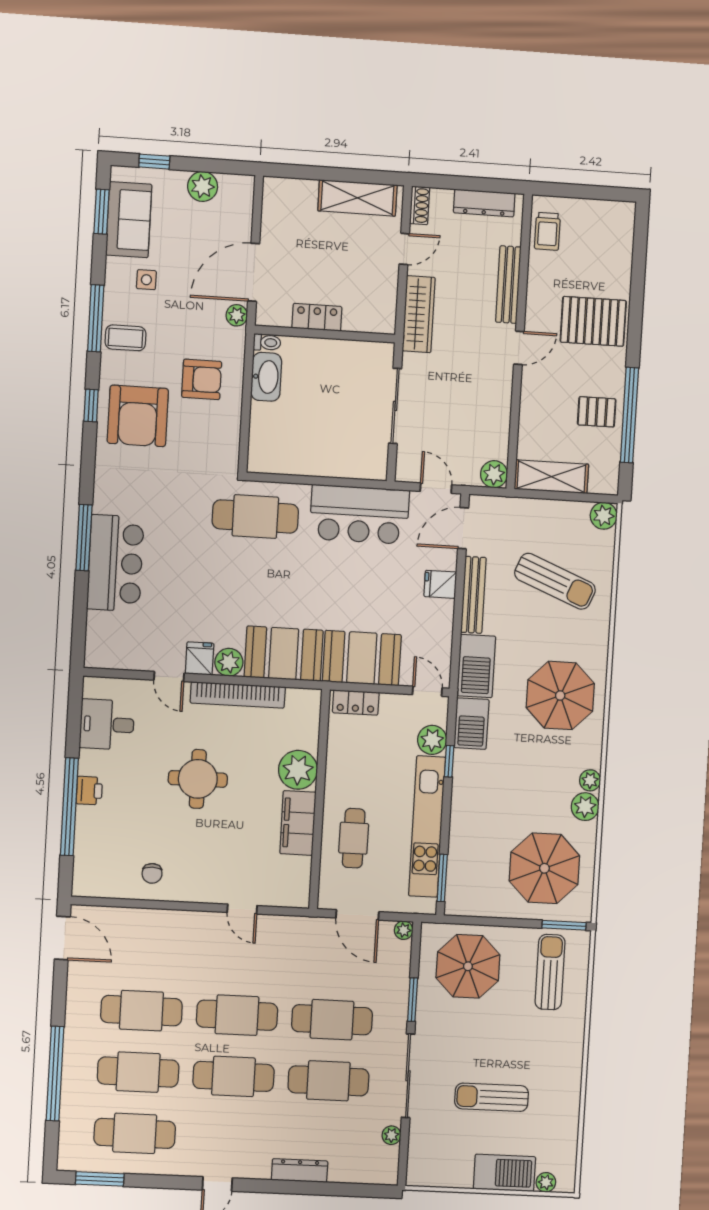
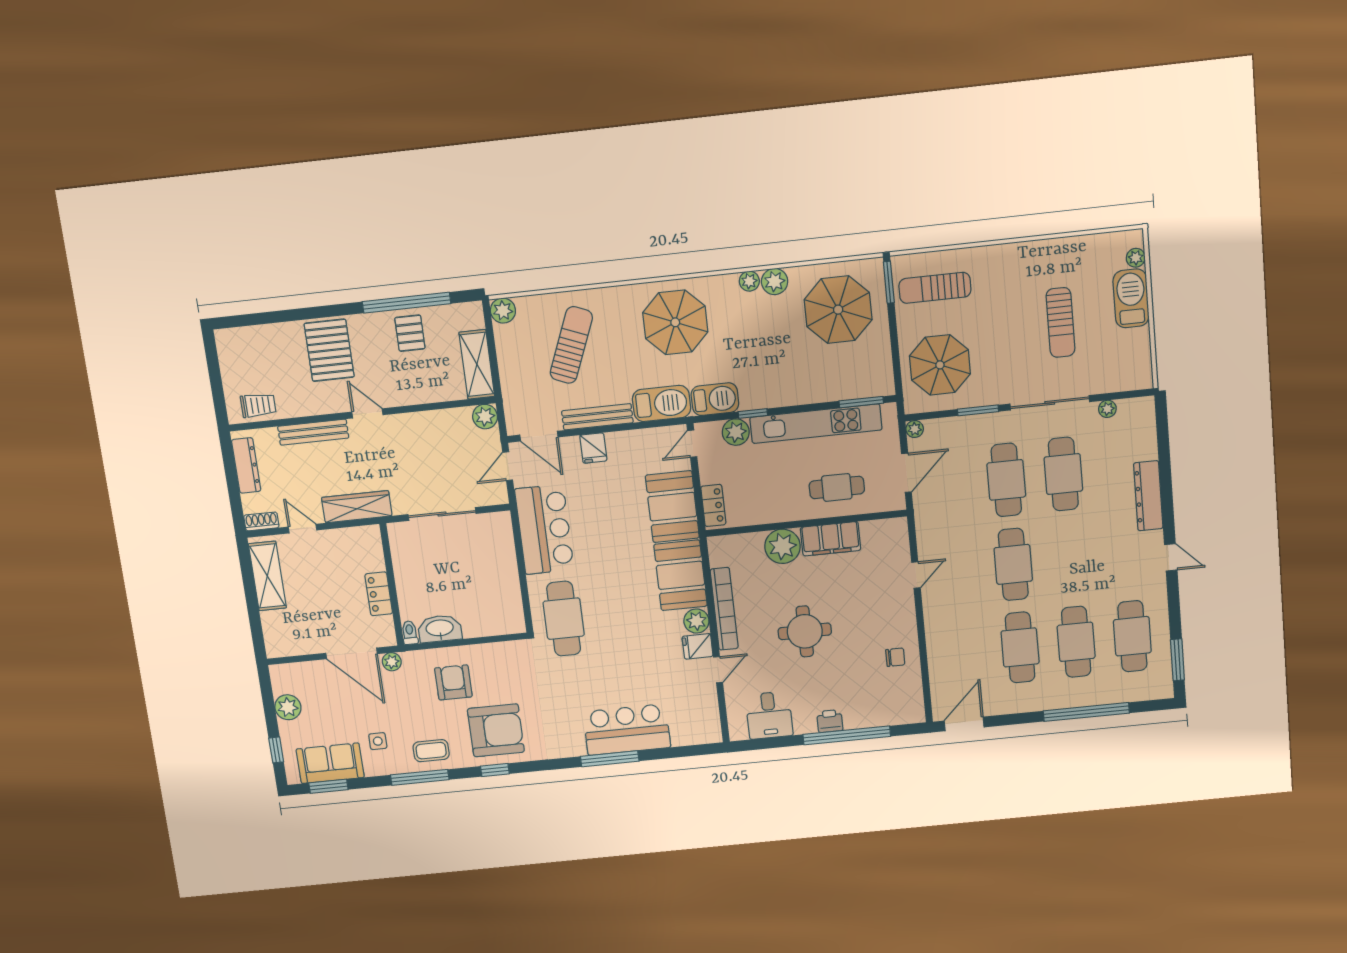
coffee table: (126, 338) -> (431, 751), turned 90
cafe table: (233, 1076) -> (1070, 559), removed
dresser: (300, 1171) -> (1148, 496), width x1.37, depth x1.24

